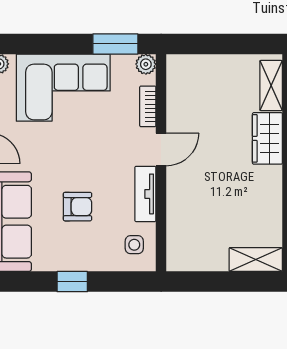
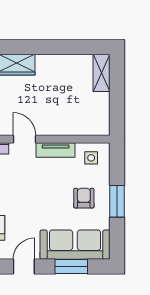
armchair: (77, 207) -> (84, 198), moved
window: (72, 282) -> (117, 201), width x1.50

